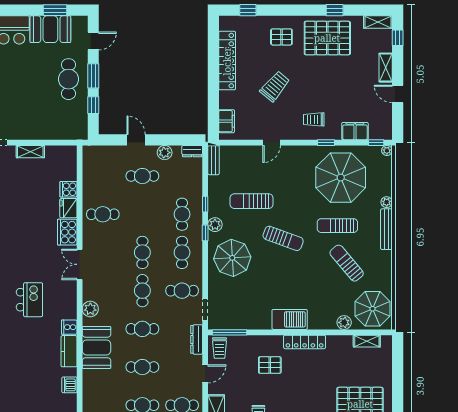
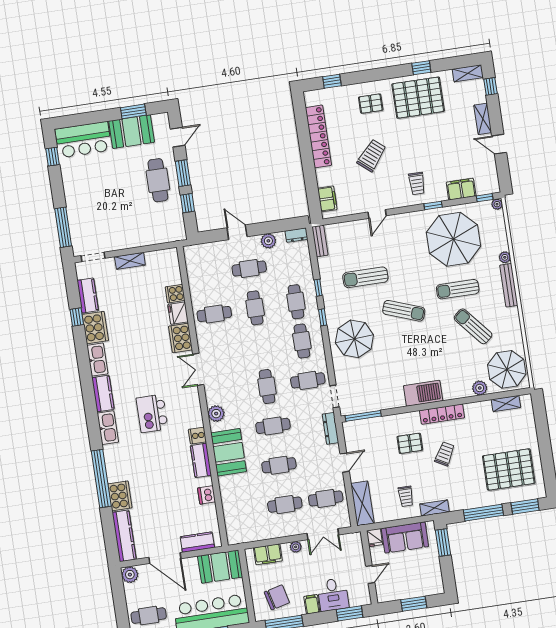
trolley: (314, 119) -> (417, 183), turned -90
plant: (215, 225) -> (331, 307), removed
cafe table: (142, 252) -> (255, 308), moved
kitchen island: (29, 300) -> (152, 413), turned 180
trolley: (219, 348) -> (445, 454), moved, turned -151

